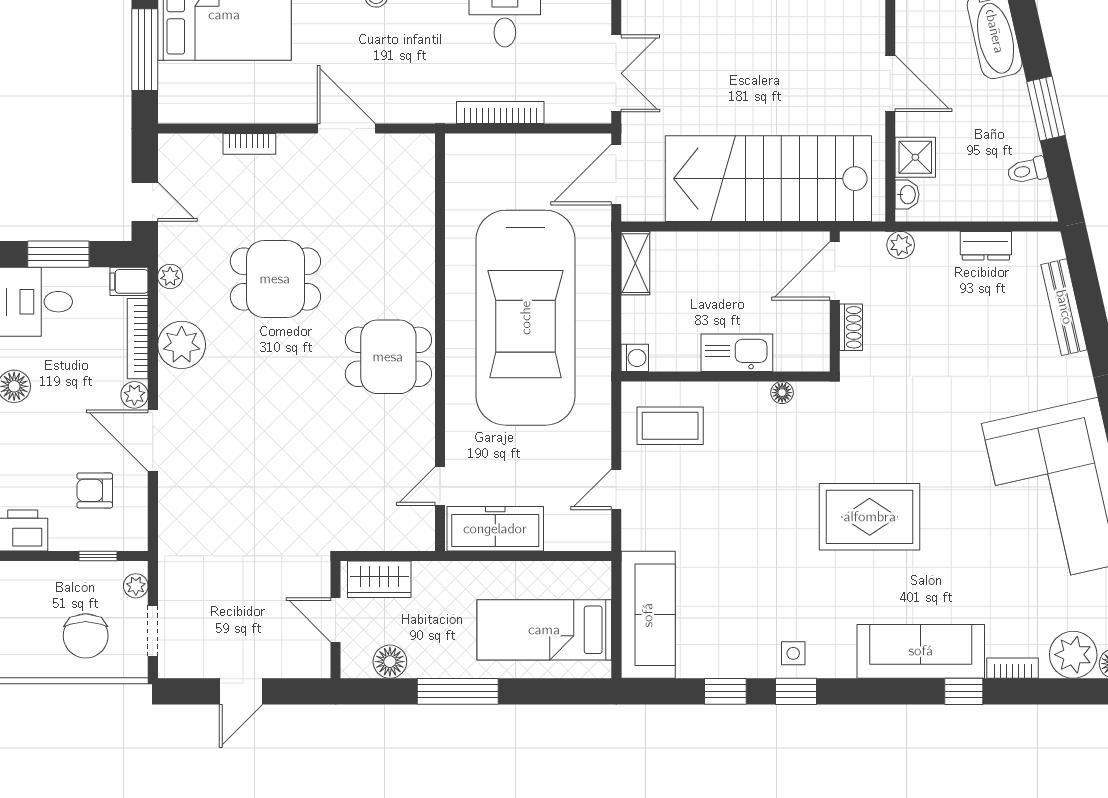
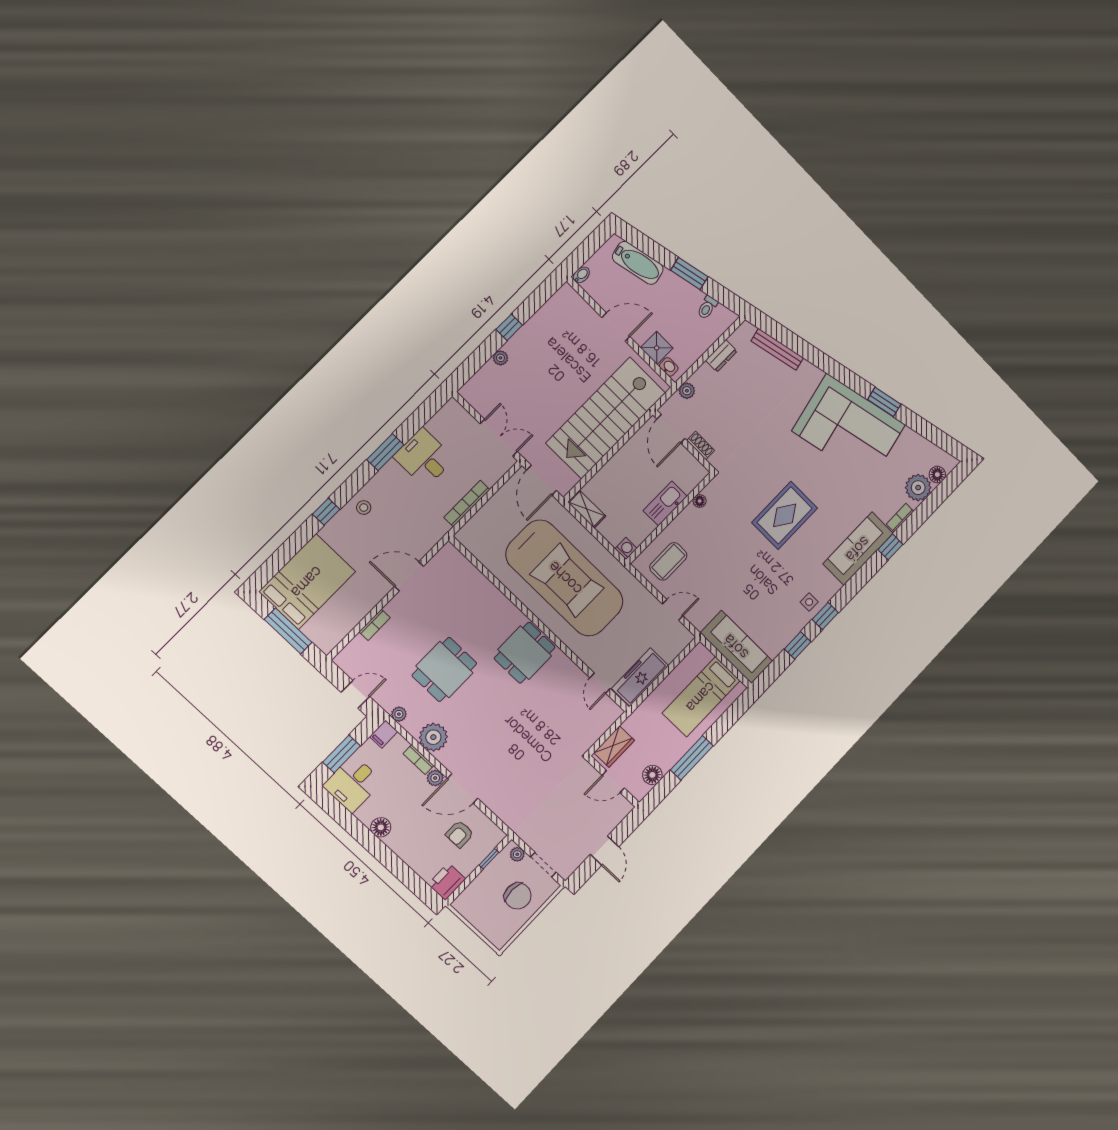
bookcase: (138, 339) -> (418, 760), width x0.64
door: (616, 489) -> (673, 610), swing flipped

